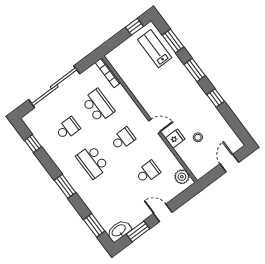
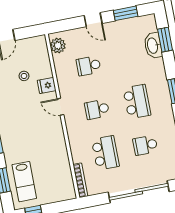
school desk: (98, 106) -> (105, 153), turned 180
washbasin: (119, 231) -> (153, 46), moved, turned 90

